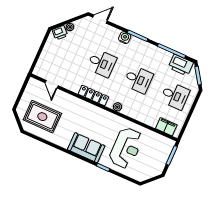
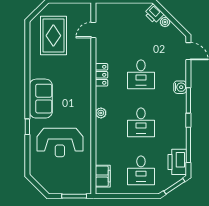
locker: (93, 95) -> (101, 75), width x0.66

